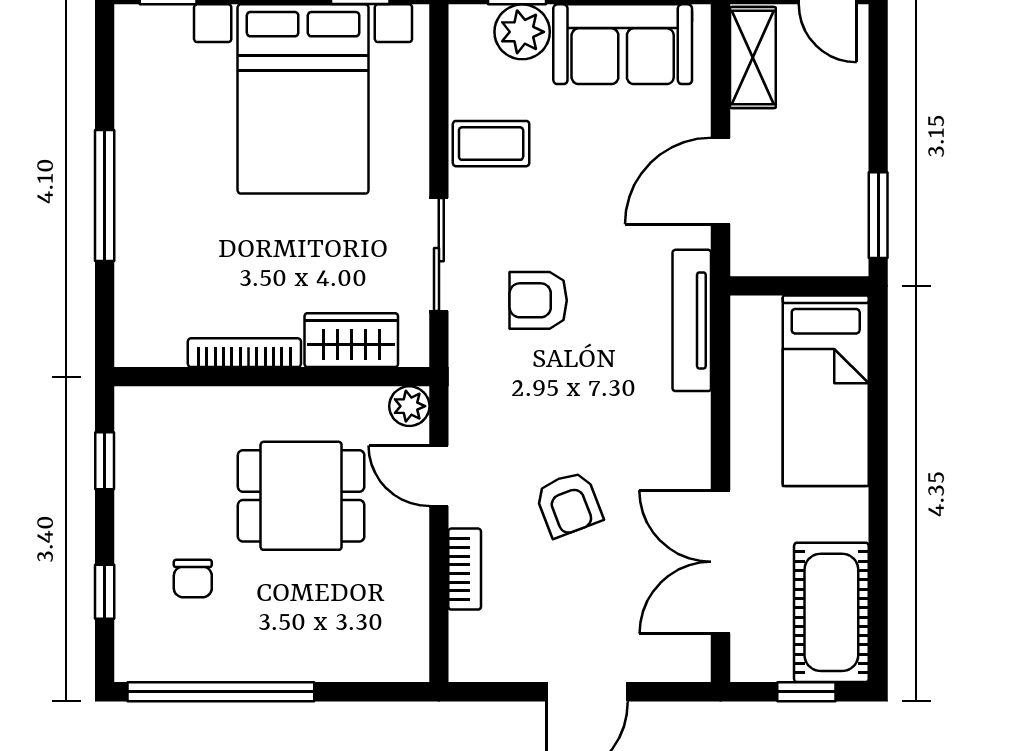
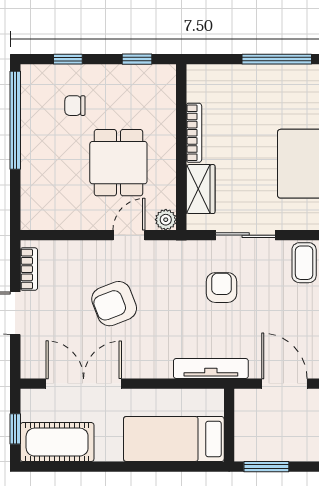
armchair: (569, 504) -> (114, 304), width x1.38, depth x1.38
bookcase: (465, 569) -> (29, 269), moved, turned -90

